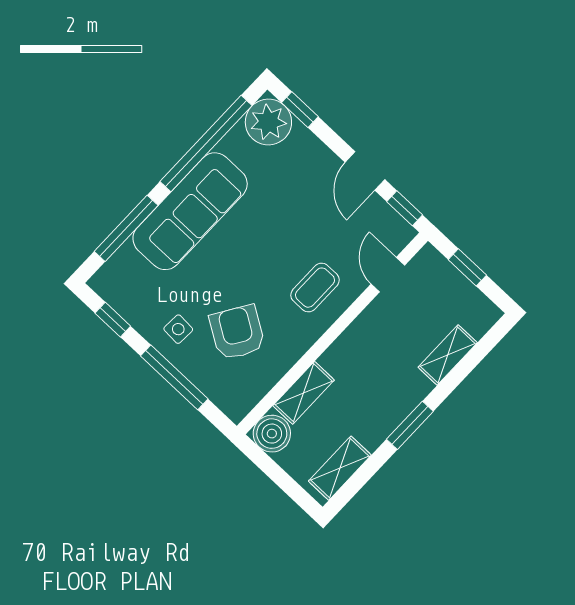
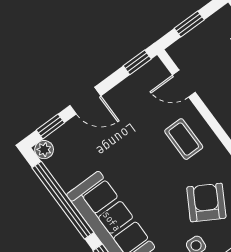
plant: (268, 122) -> (44, 150), width x0.53, depth x0.53
door: (365, 171) -> (85, 101), moved
armchair: (237, 332) -> (206, 202), turned 88

